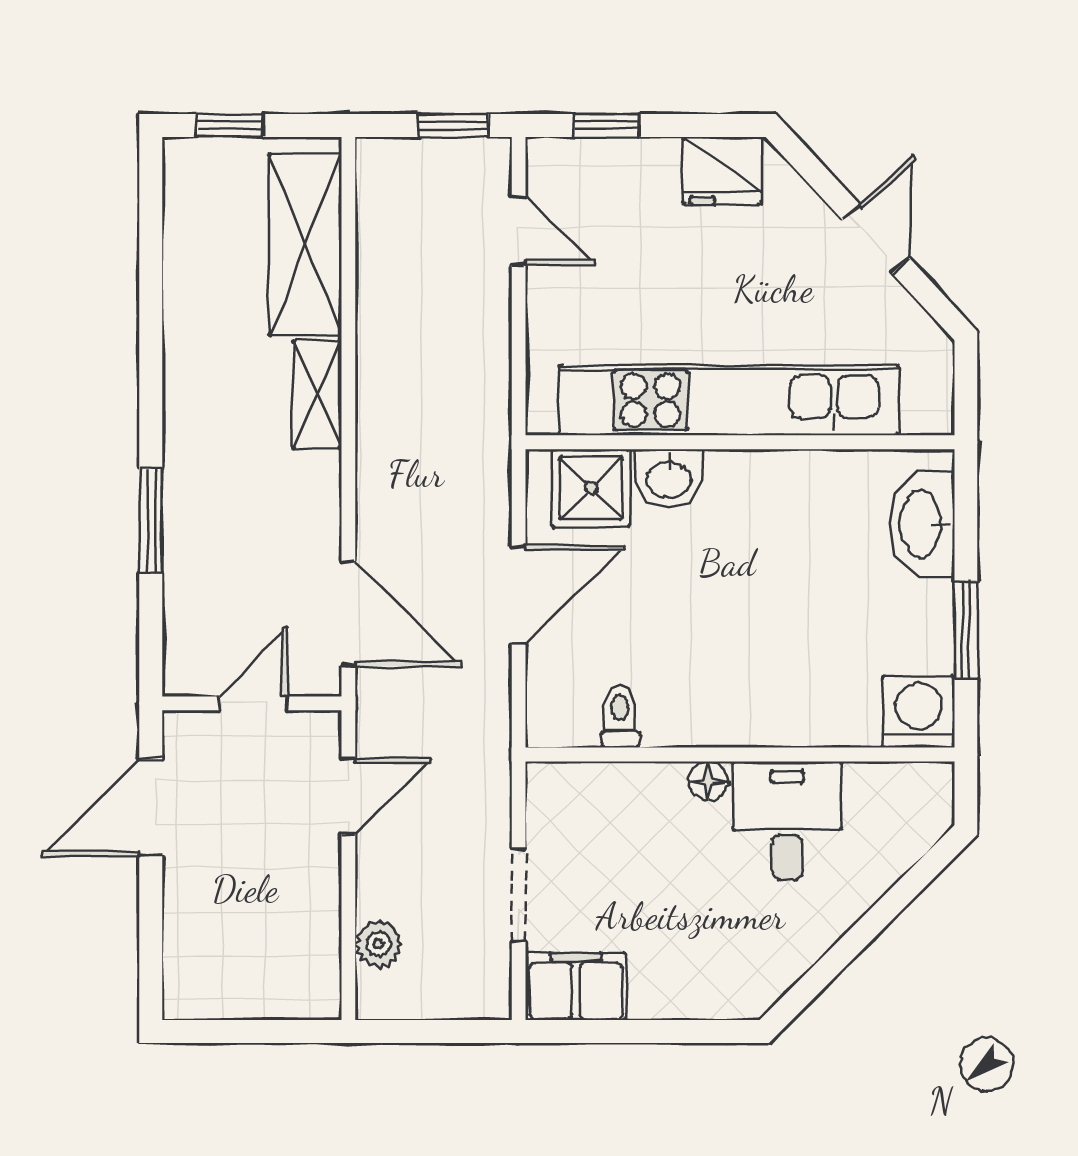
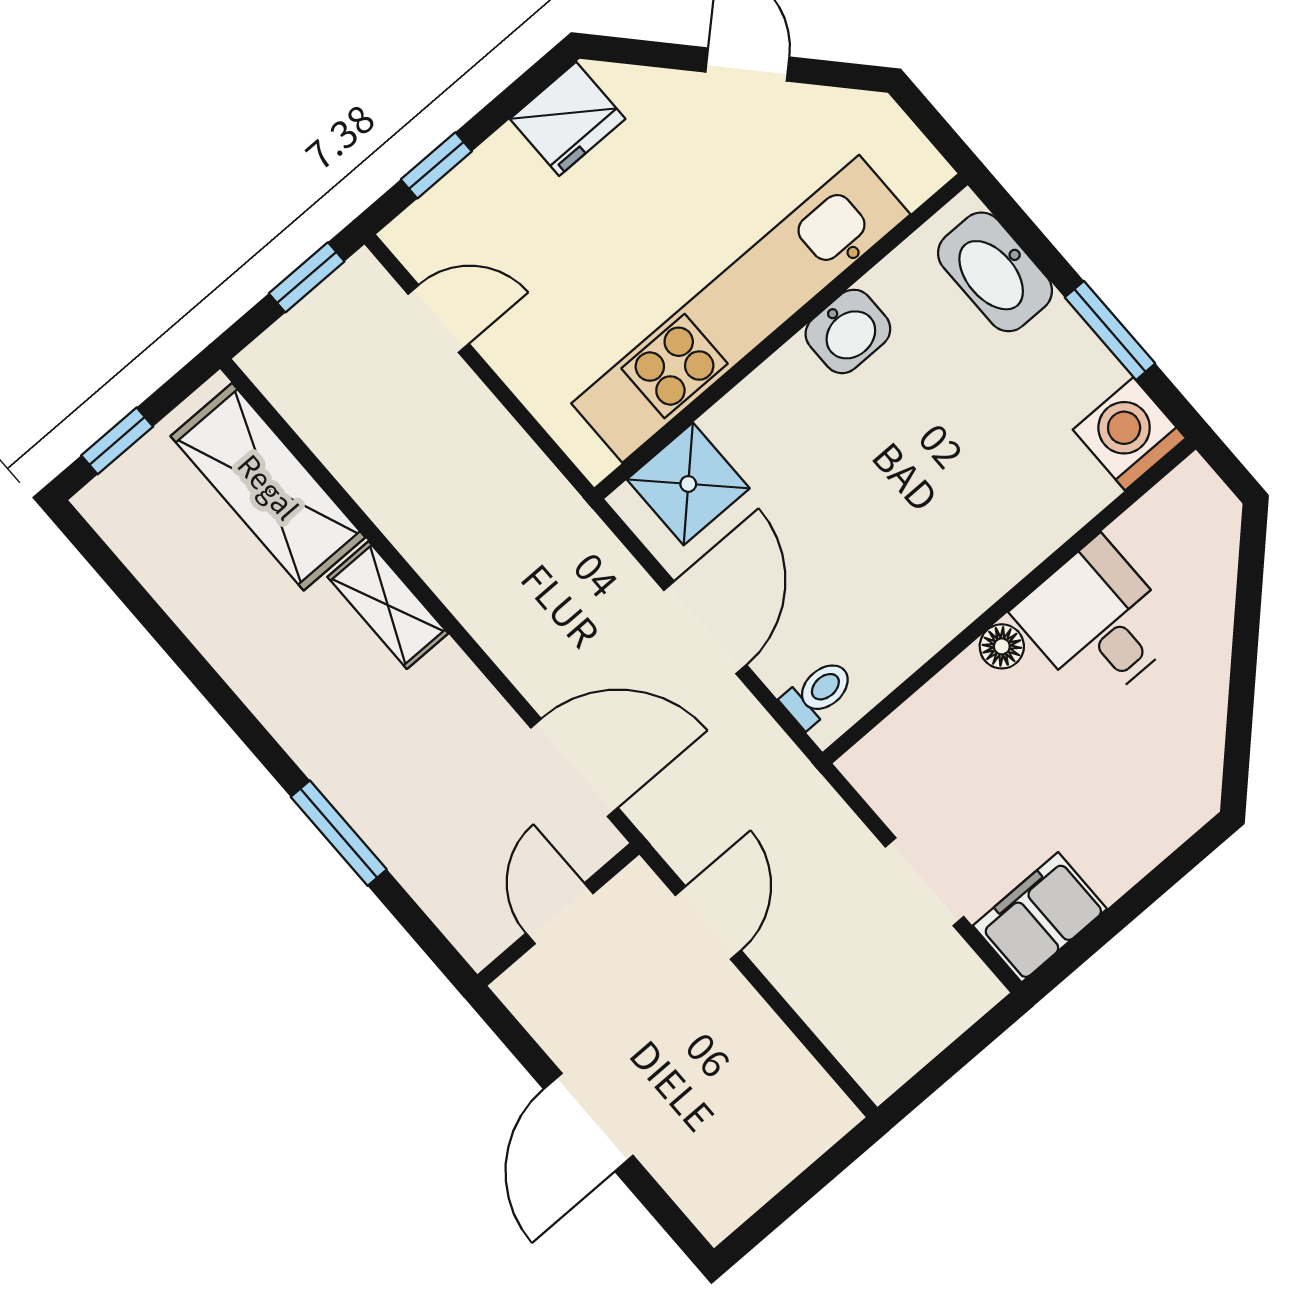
washbasin: (669, 478) -> (848, 331), moved
toilet: (620, 716) -> (818, 693), moved, turned 90
door: (151, 808) -> (588, 1122), moved
plant: (379, 944) -> (842, 1025), removed

